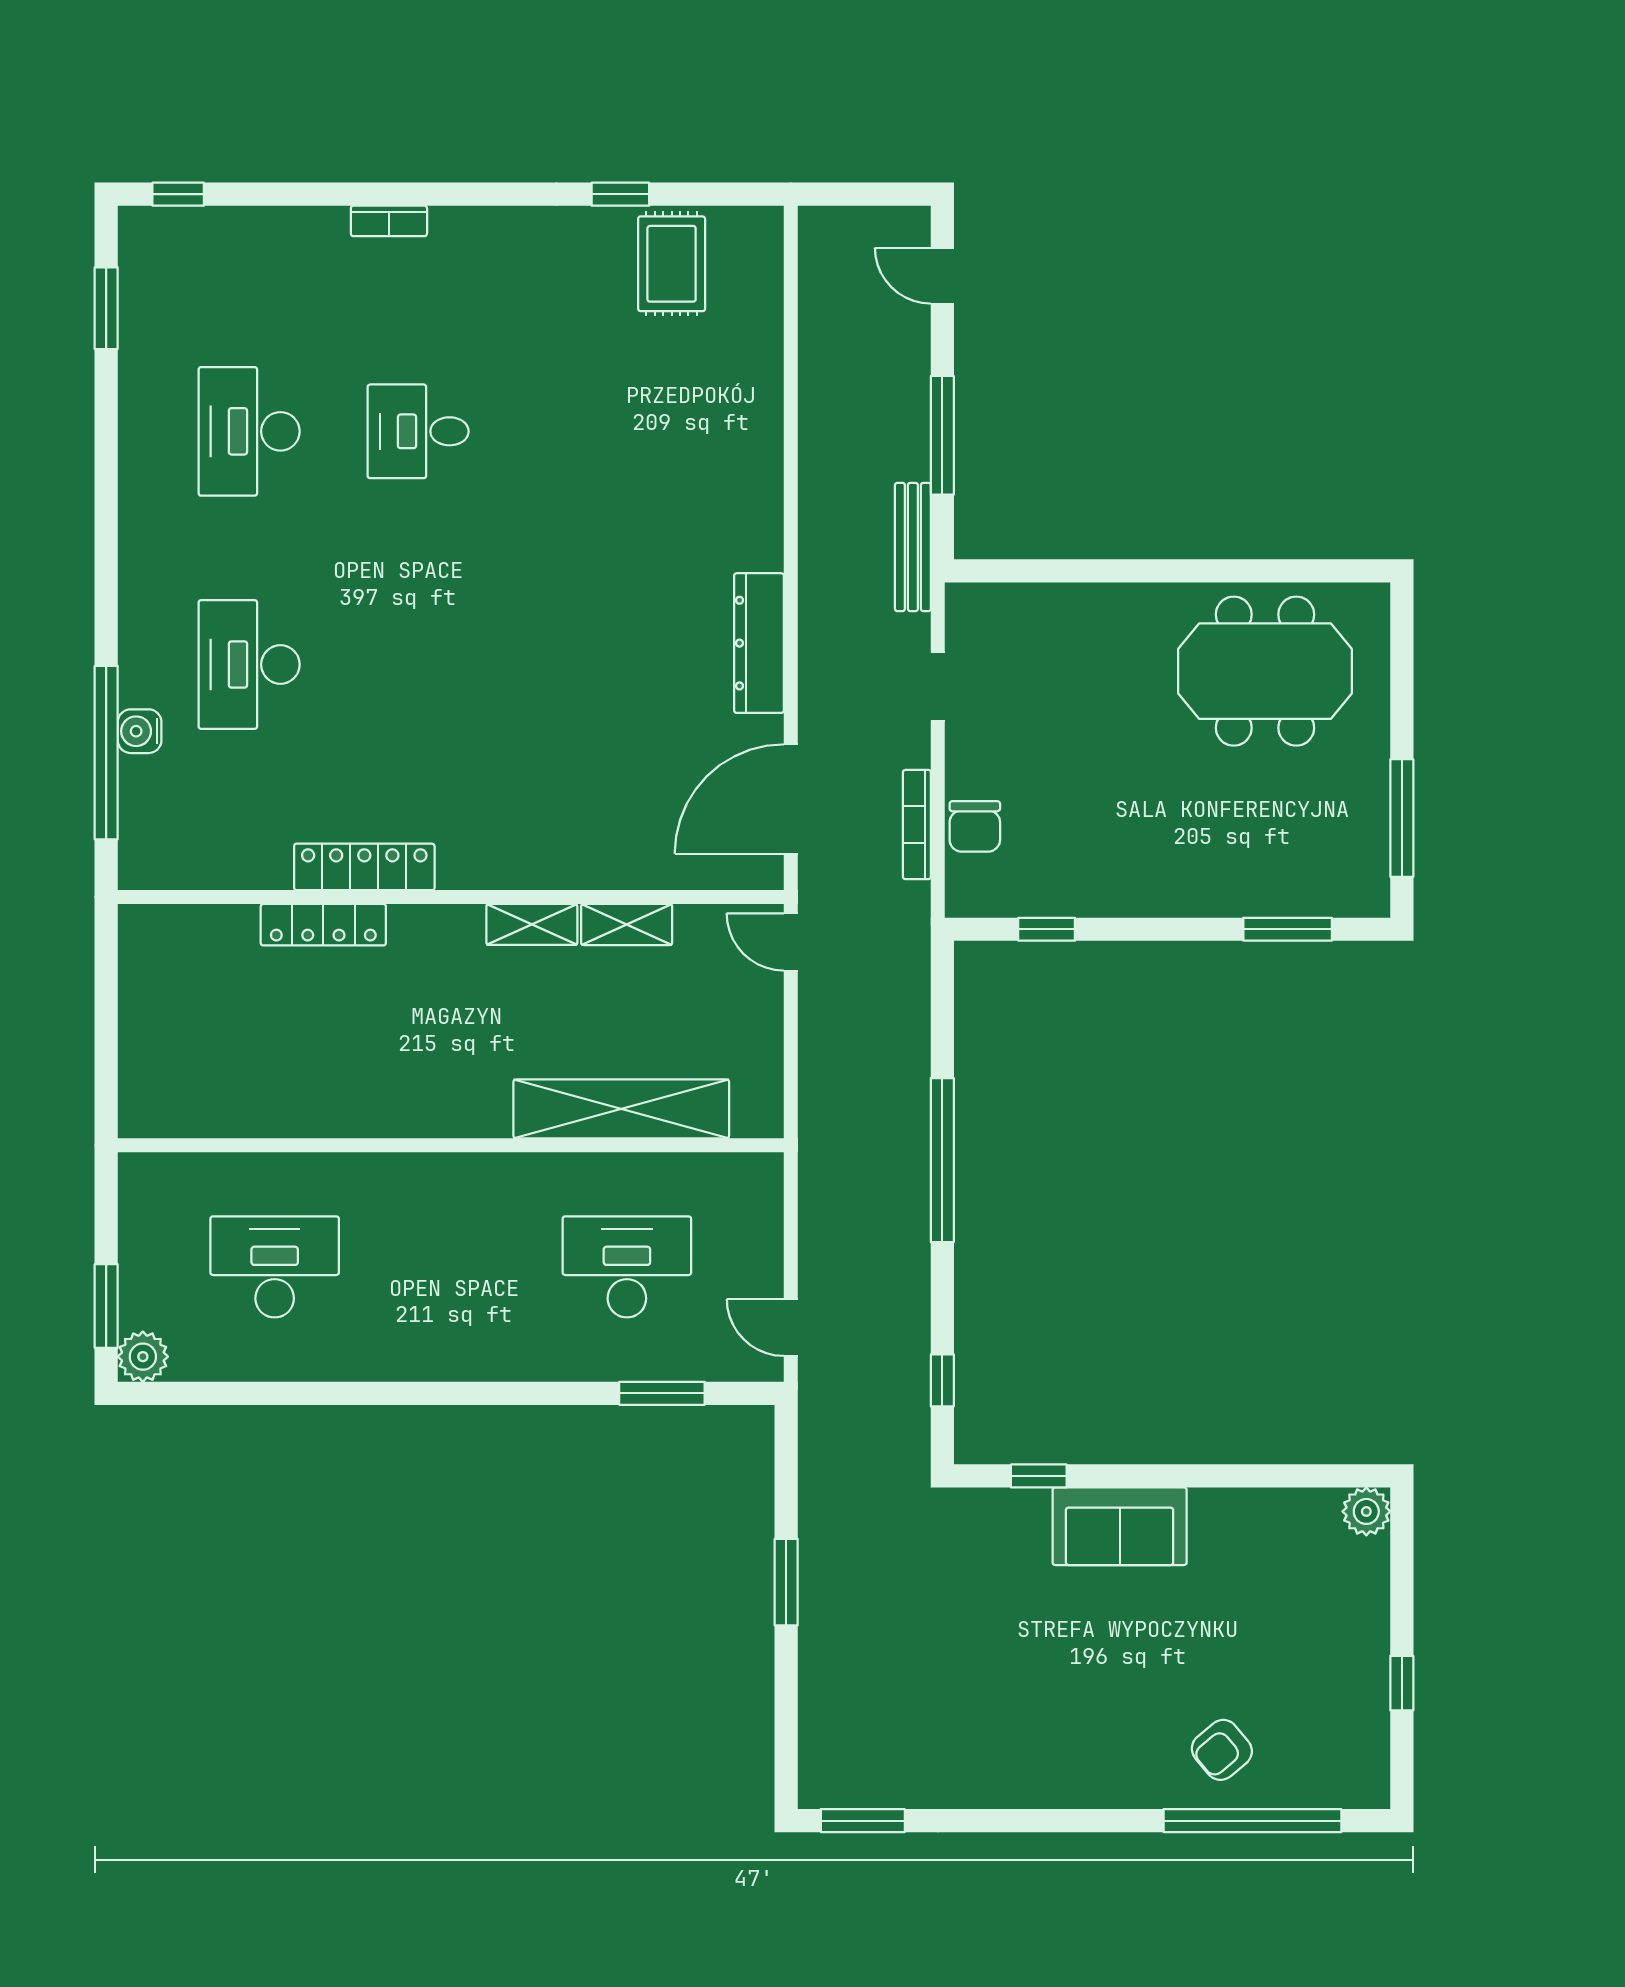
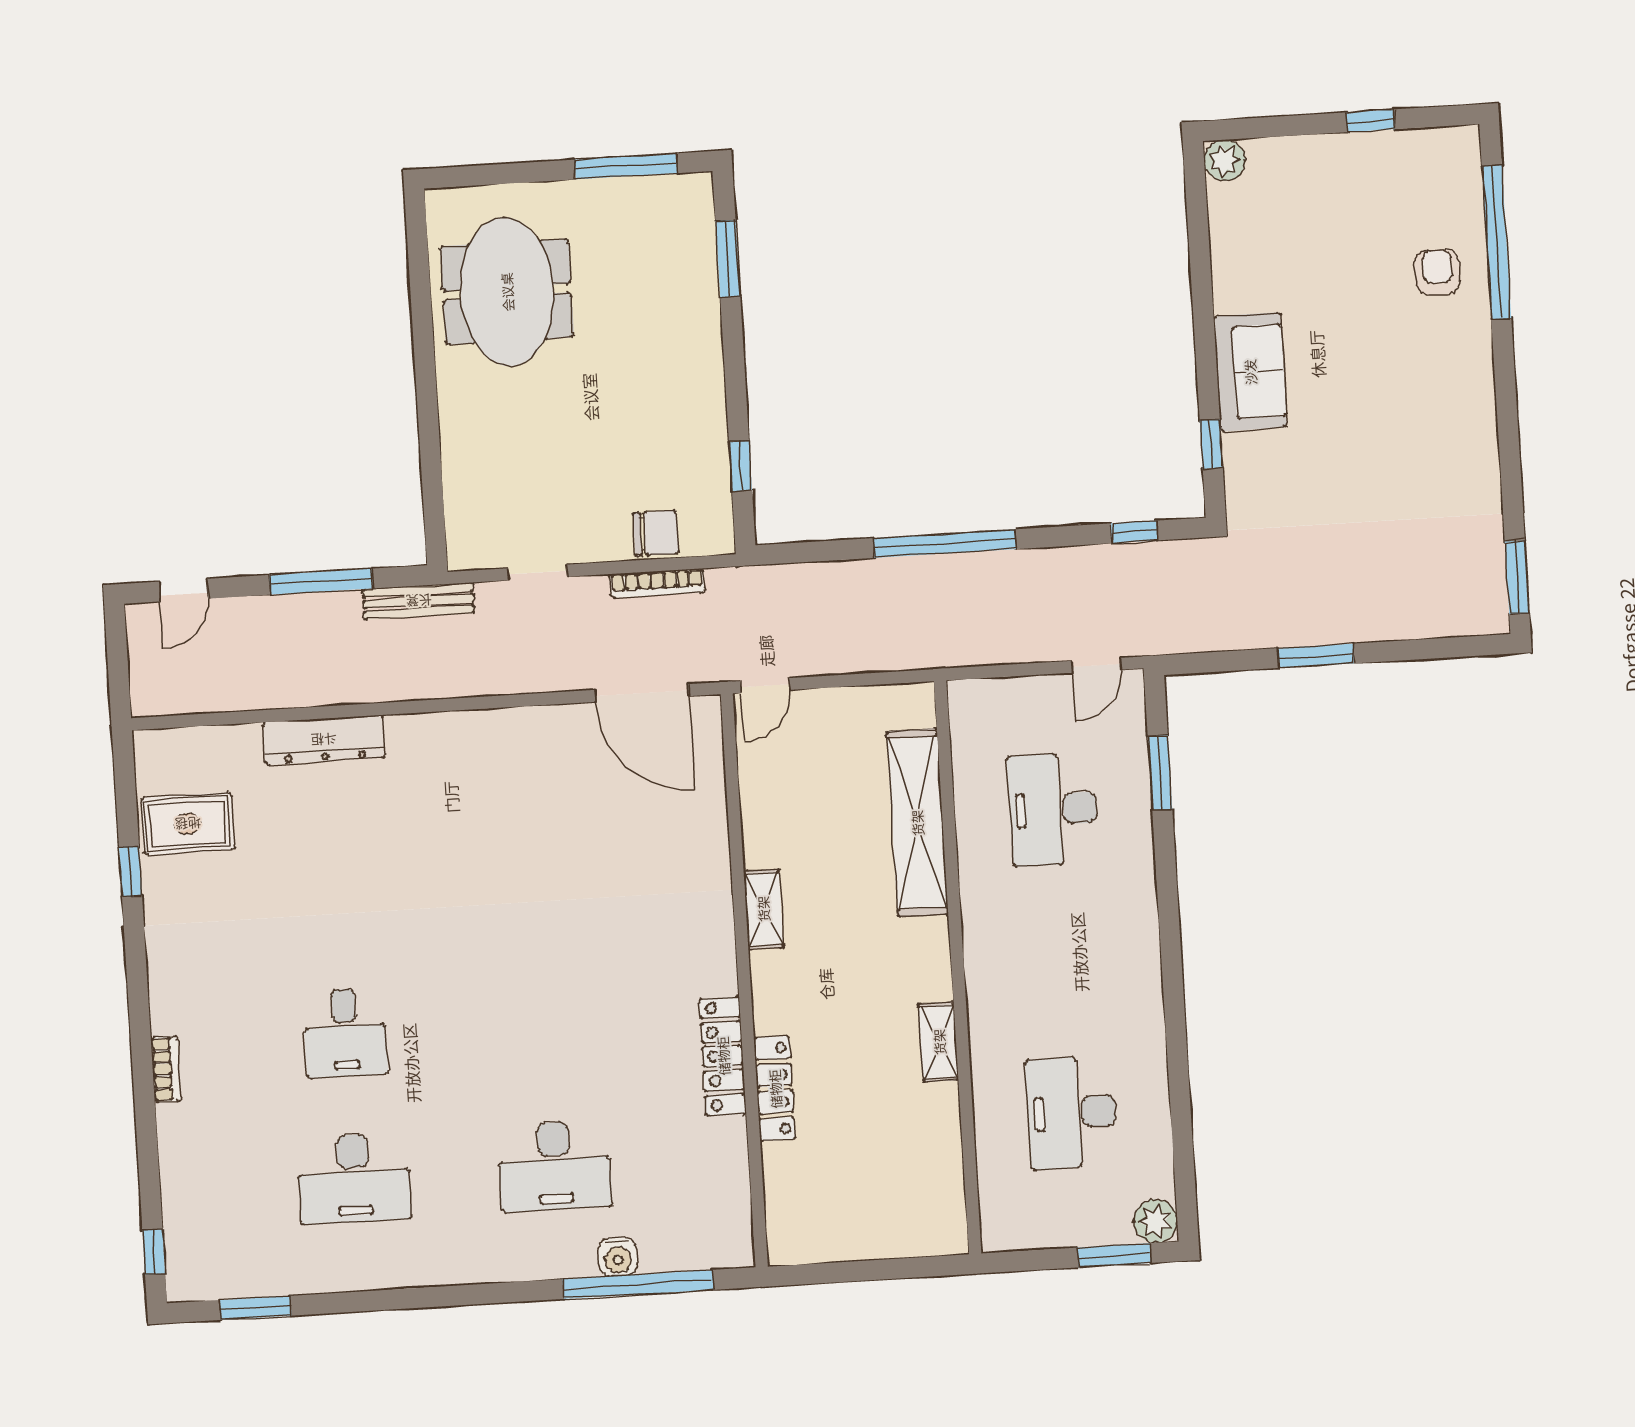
dresser: (759, 643) -> (324, 740), moved
shelving: (627, 925) -> (939, 1042), moved
armchair: (1222, 1750) -> (1437, 272), turned -140

